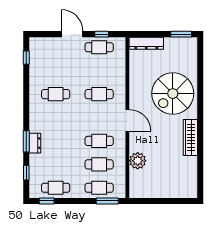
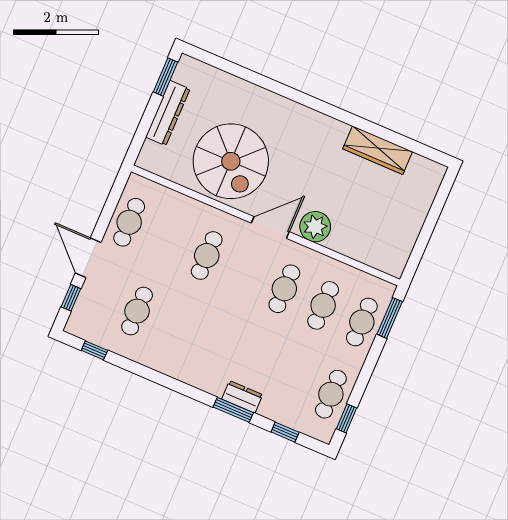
door: (72, 34) -> (88, 258), hinge flipped
window: (102, 34) -> (71, 298), moved
dresser: (146, 43) -> (168, 113), moved
cafe table: (56, 94) -> (137, 311), moved
spiral stairs: (173, 94) -> (231, 161), moved
wardrobe: (190, 137) -> (378, 150), moved
plant: (138, 161) -> (315, 227), moved

